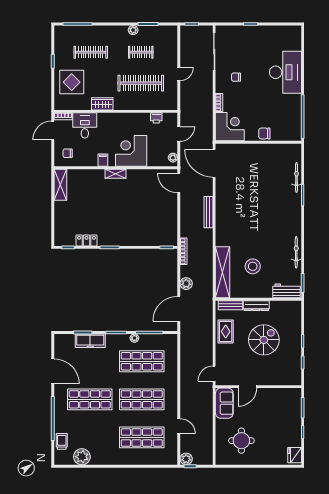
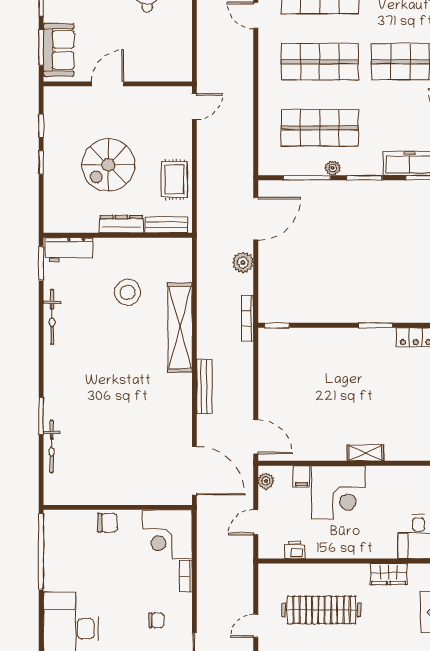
filing cabinet: (103, 160) -> (302, 477), moved
shelving: (223, 272) -> (180, 328), moved
door: (247, 387) -> (108, 84), moved
sofa: (224, 403) -> (59, 50), moved, turned 180

